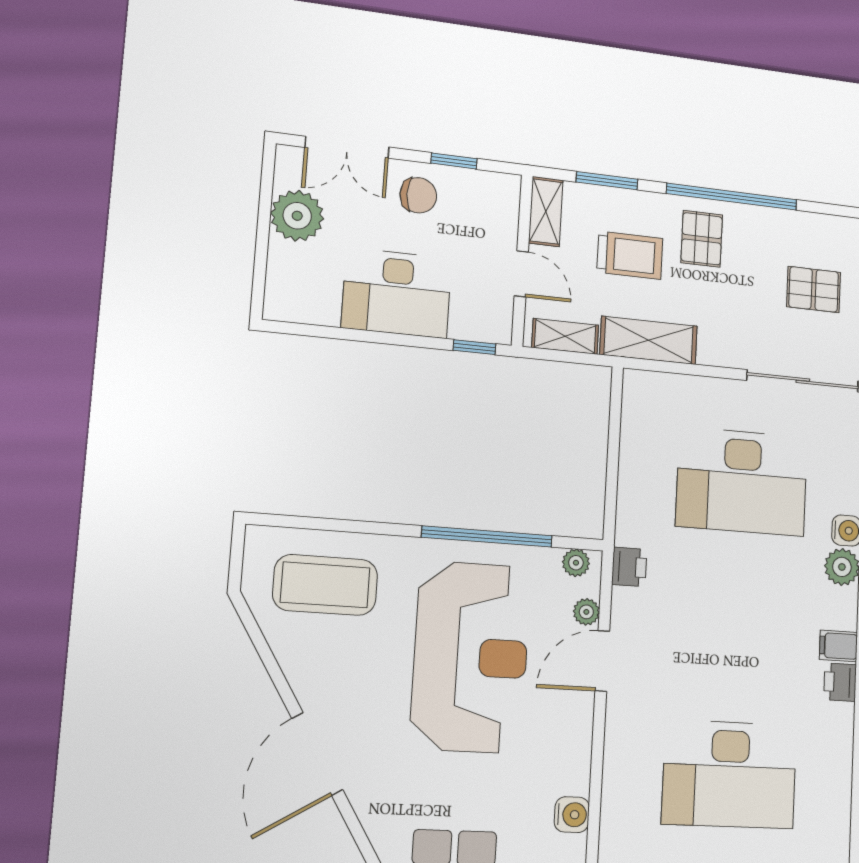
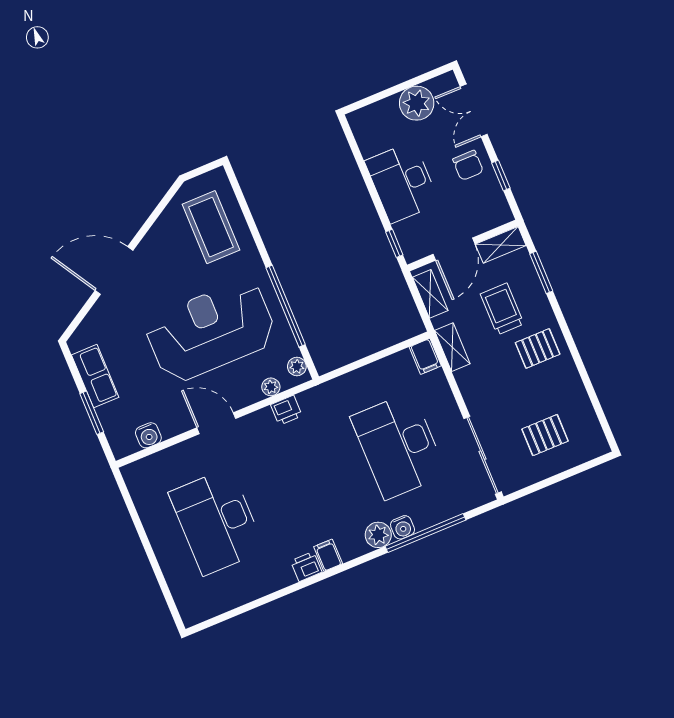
window: (732, 197) -> (575, 355), removed
trolley: (630, 255) -> (502, 309), turned 180
door: (521, 274) -> (454, 249), width x1.38
pallet: (814, 289) -> (545, 435), turned 90
shelving: (649, 340) -> (452, 347), width x0.67, depth x0.75
filing cabinet: (644, 386) -> (425, 356), added
printer: (629, 567) -> (286, 410), moved
reception desk: (471, 657) -> (211, 331), turned 180
door: (602, 661) -> (216, 423), moved

